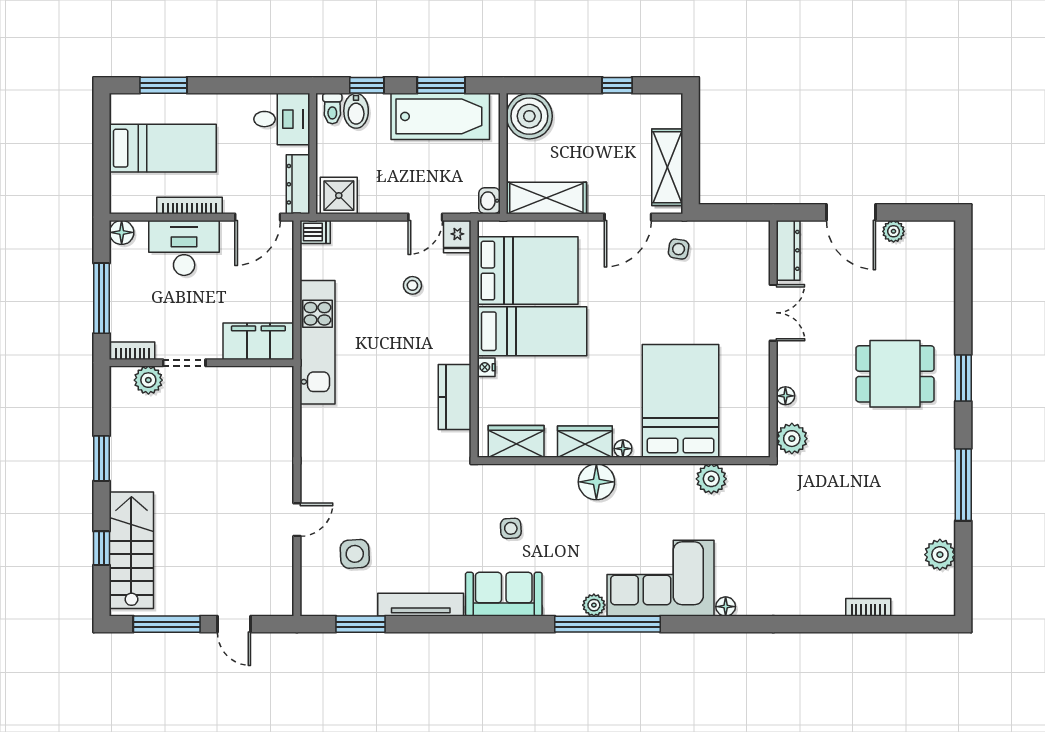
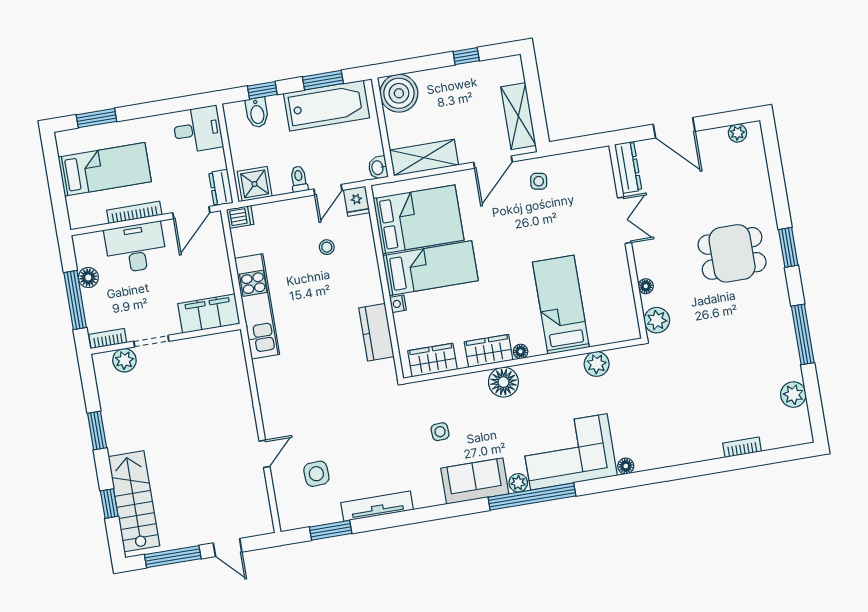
toilet: (332, 109) -> (299, 179), moved, turned 180
dresser: (298, 184) -> (221, 188), width x0.70
plant: (894, 231) -> (737, 133), moved
floor lamp: (122, 232) -> (88, 278), moved
bed: (681, 401) -> (561, 305), width x0.67
sofa: (504, 594) -> (475, 481), moved

